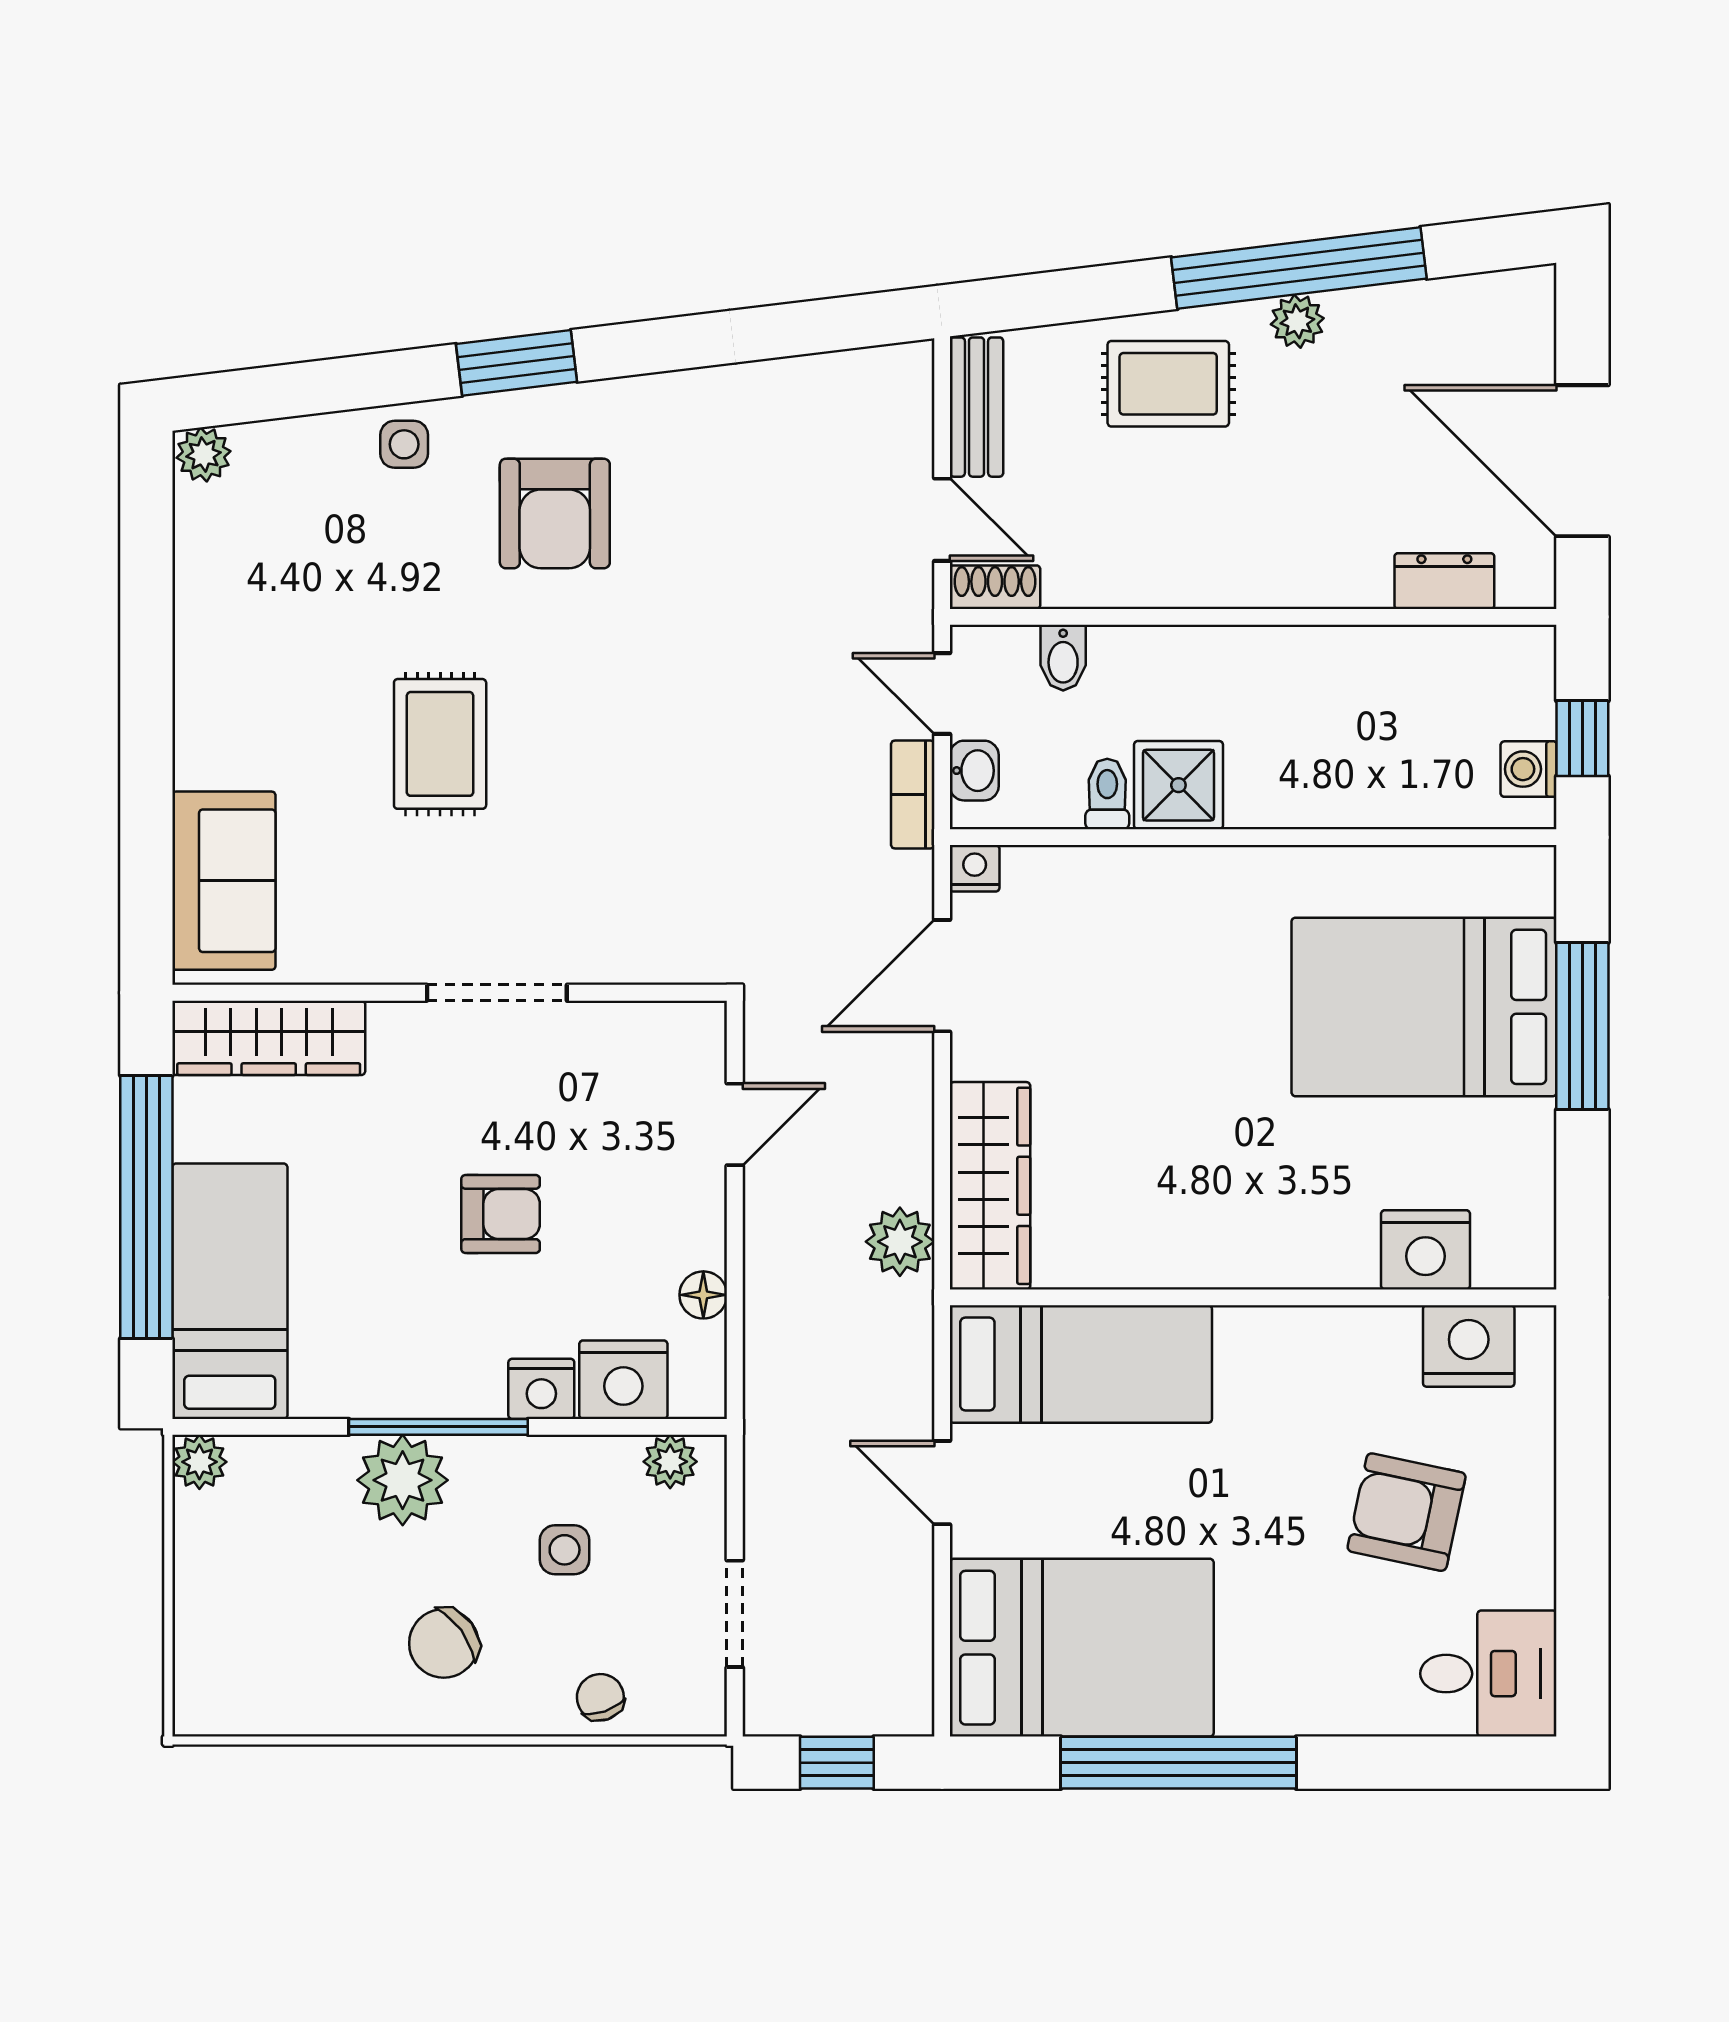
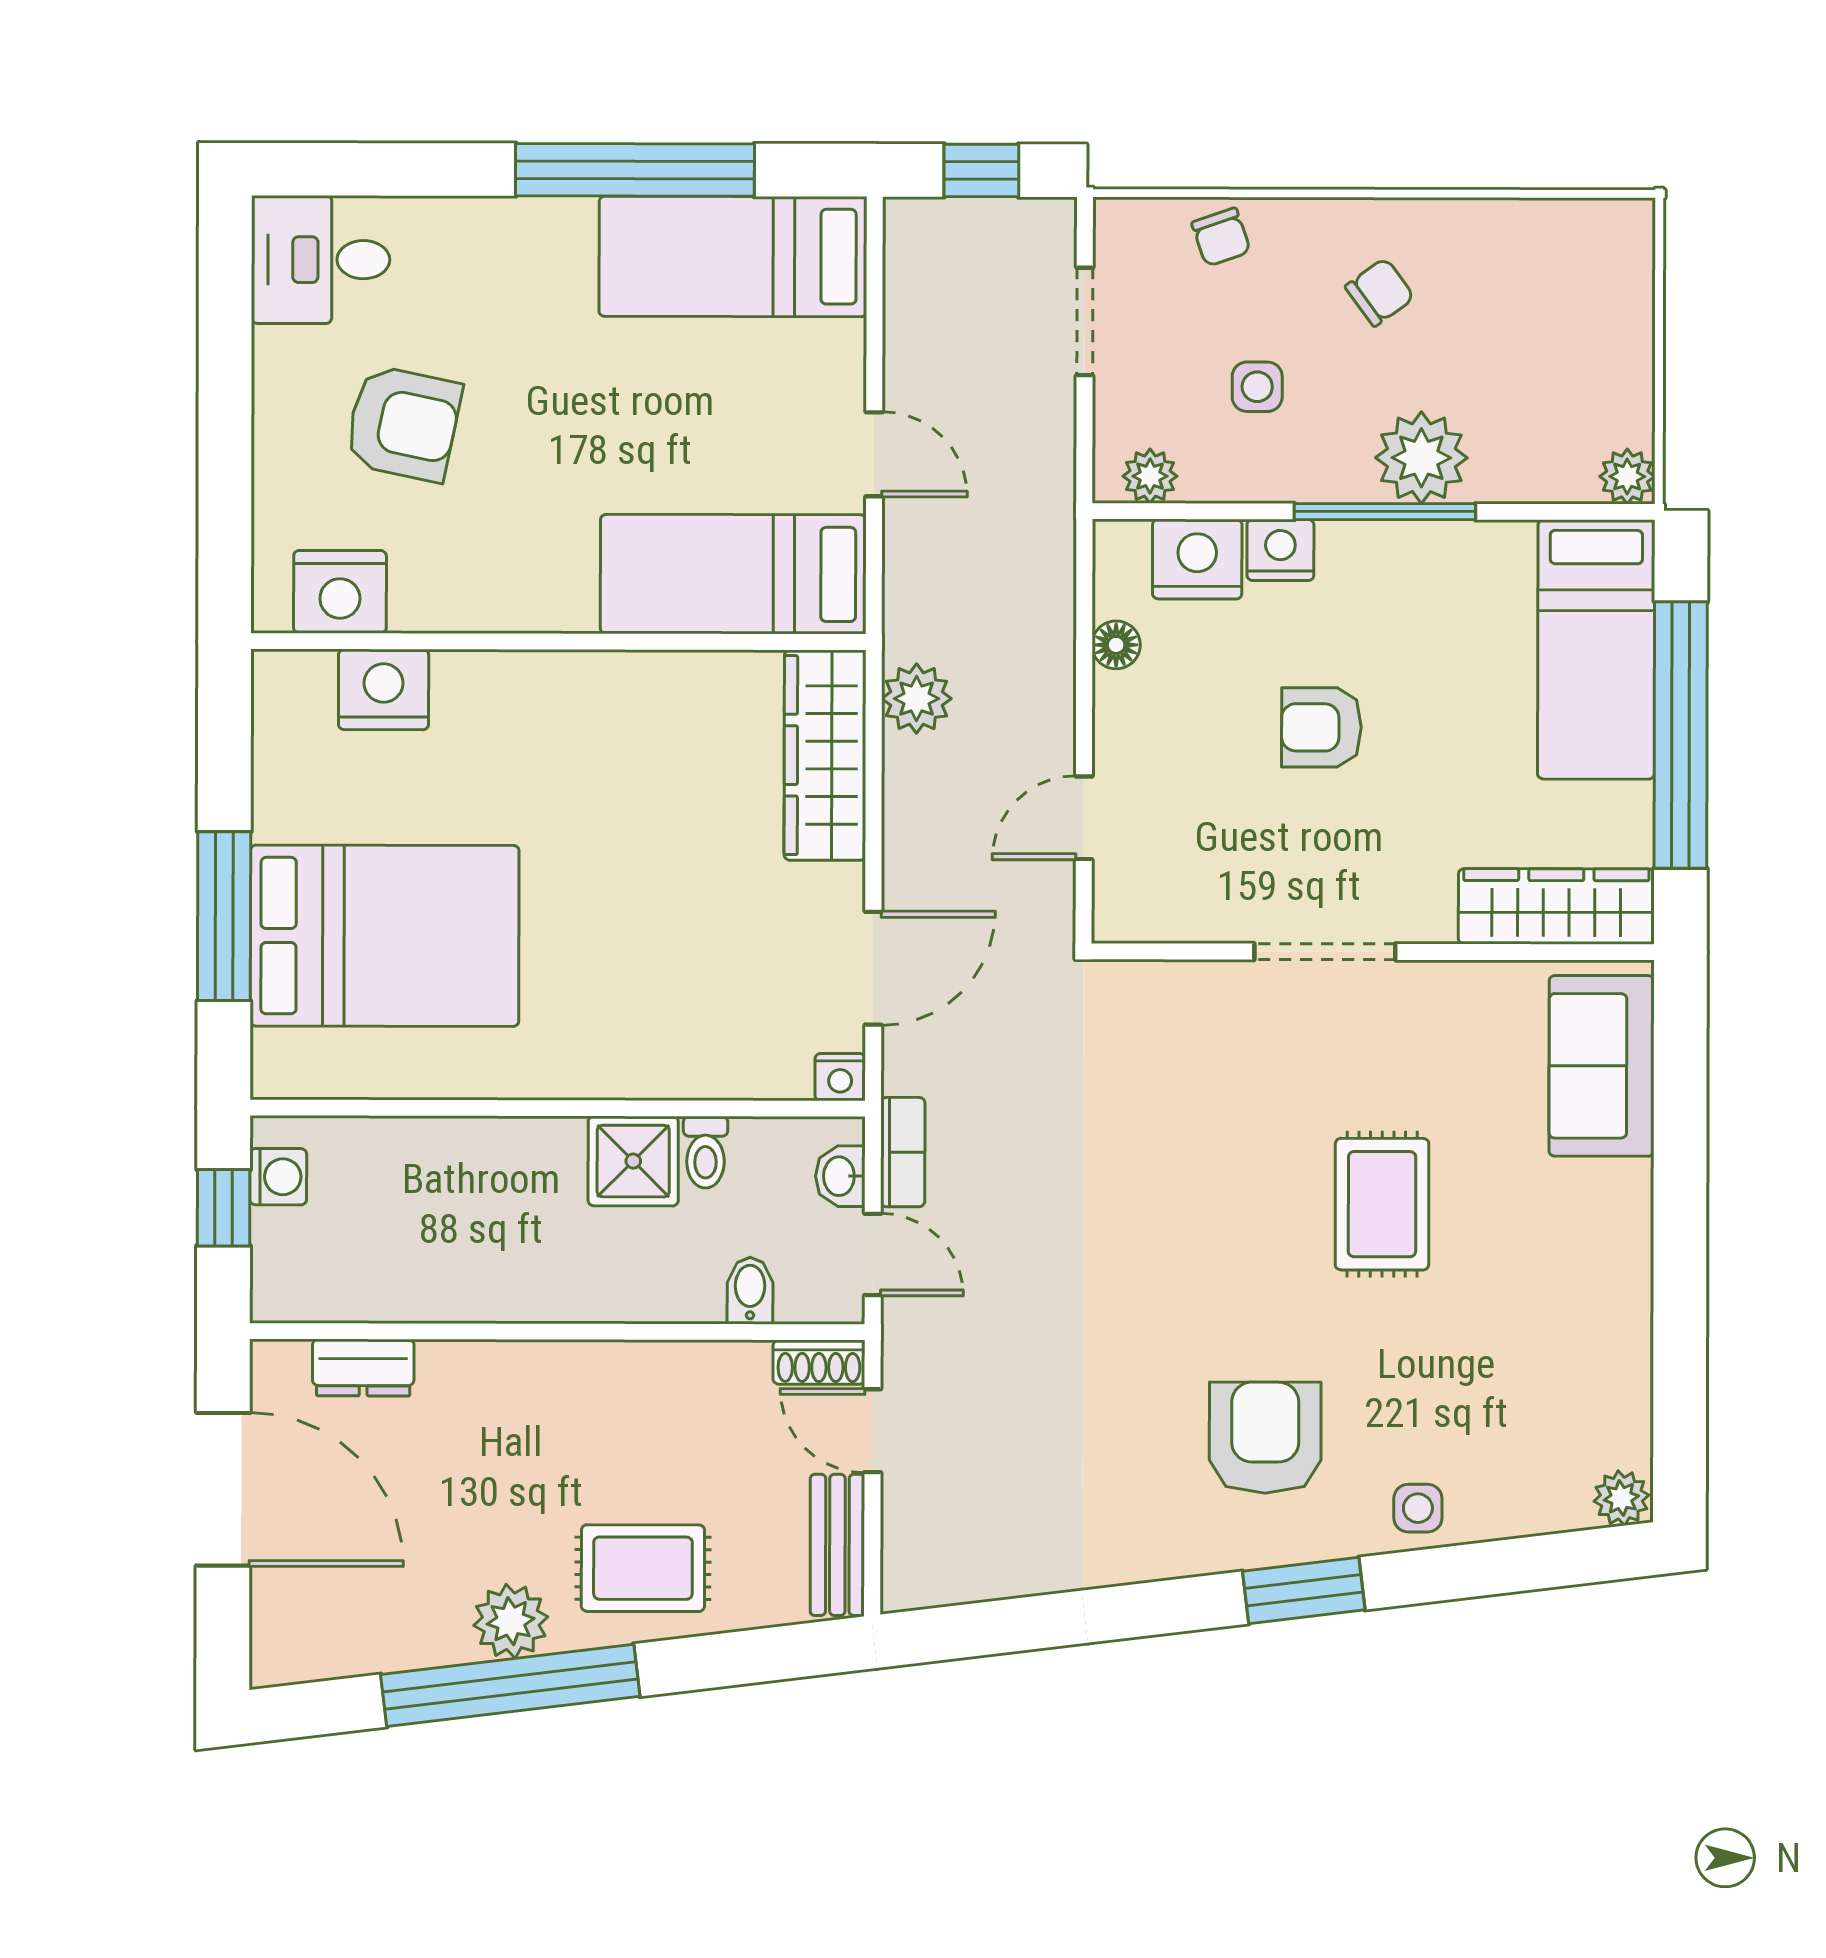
plant: (1297, 321) -> (511, 1621), width x1.38, depth x1.38
chair: (444, 1643) -> (1380, 292), width x0.73, depth x0.73
bed: (1082, 1648) -> (733, 256), width x0.67

